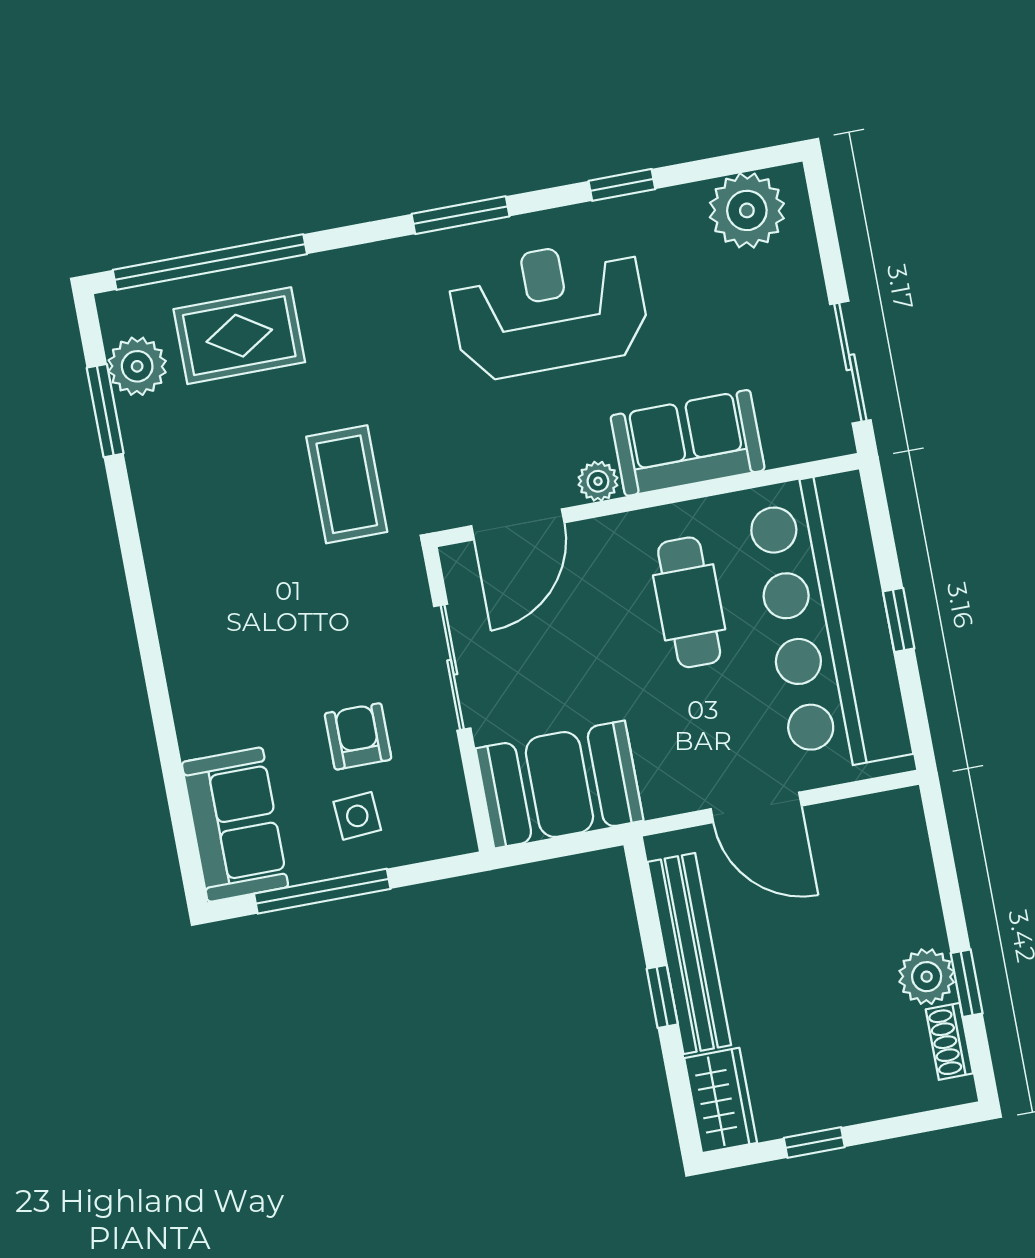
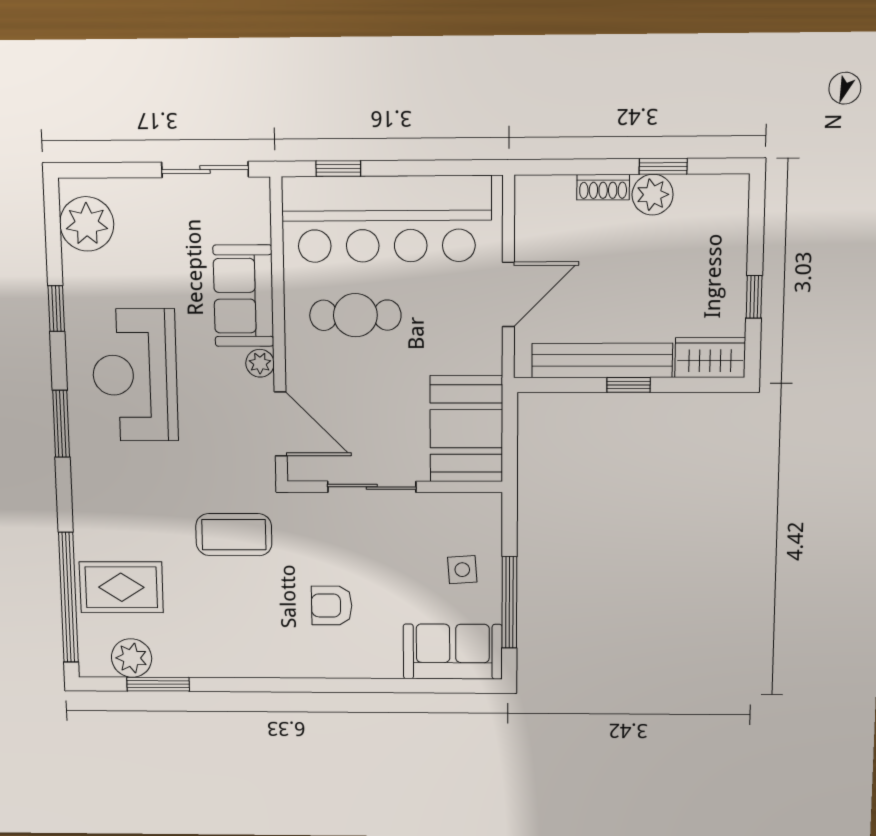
rug: (239, 336) -> (121, 587), turned 90
window: (899, 620) -> (338, 169), moved
armchair: (358, 736) -> (332, 605), moved
shoe rack: (949, 1041) -> (603, 187), moved

